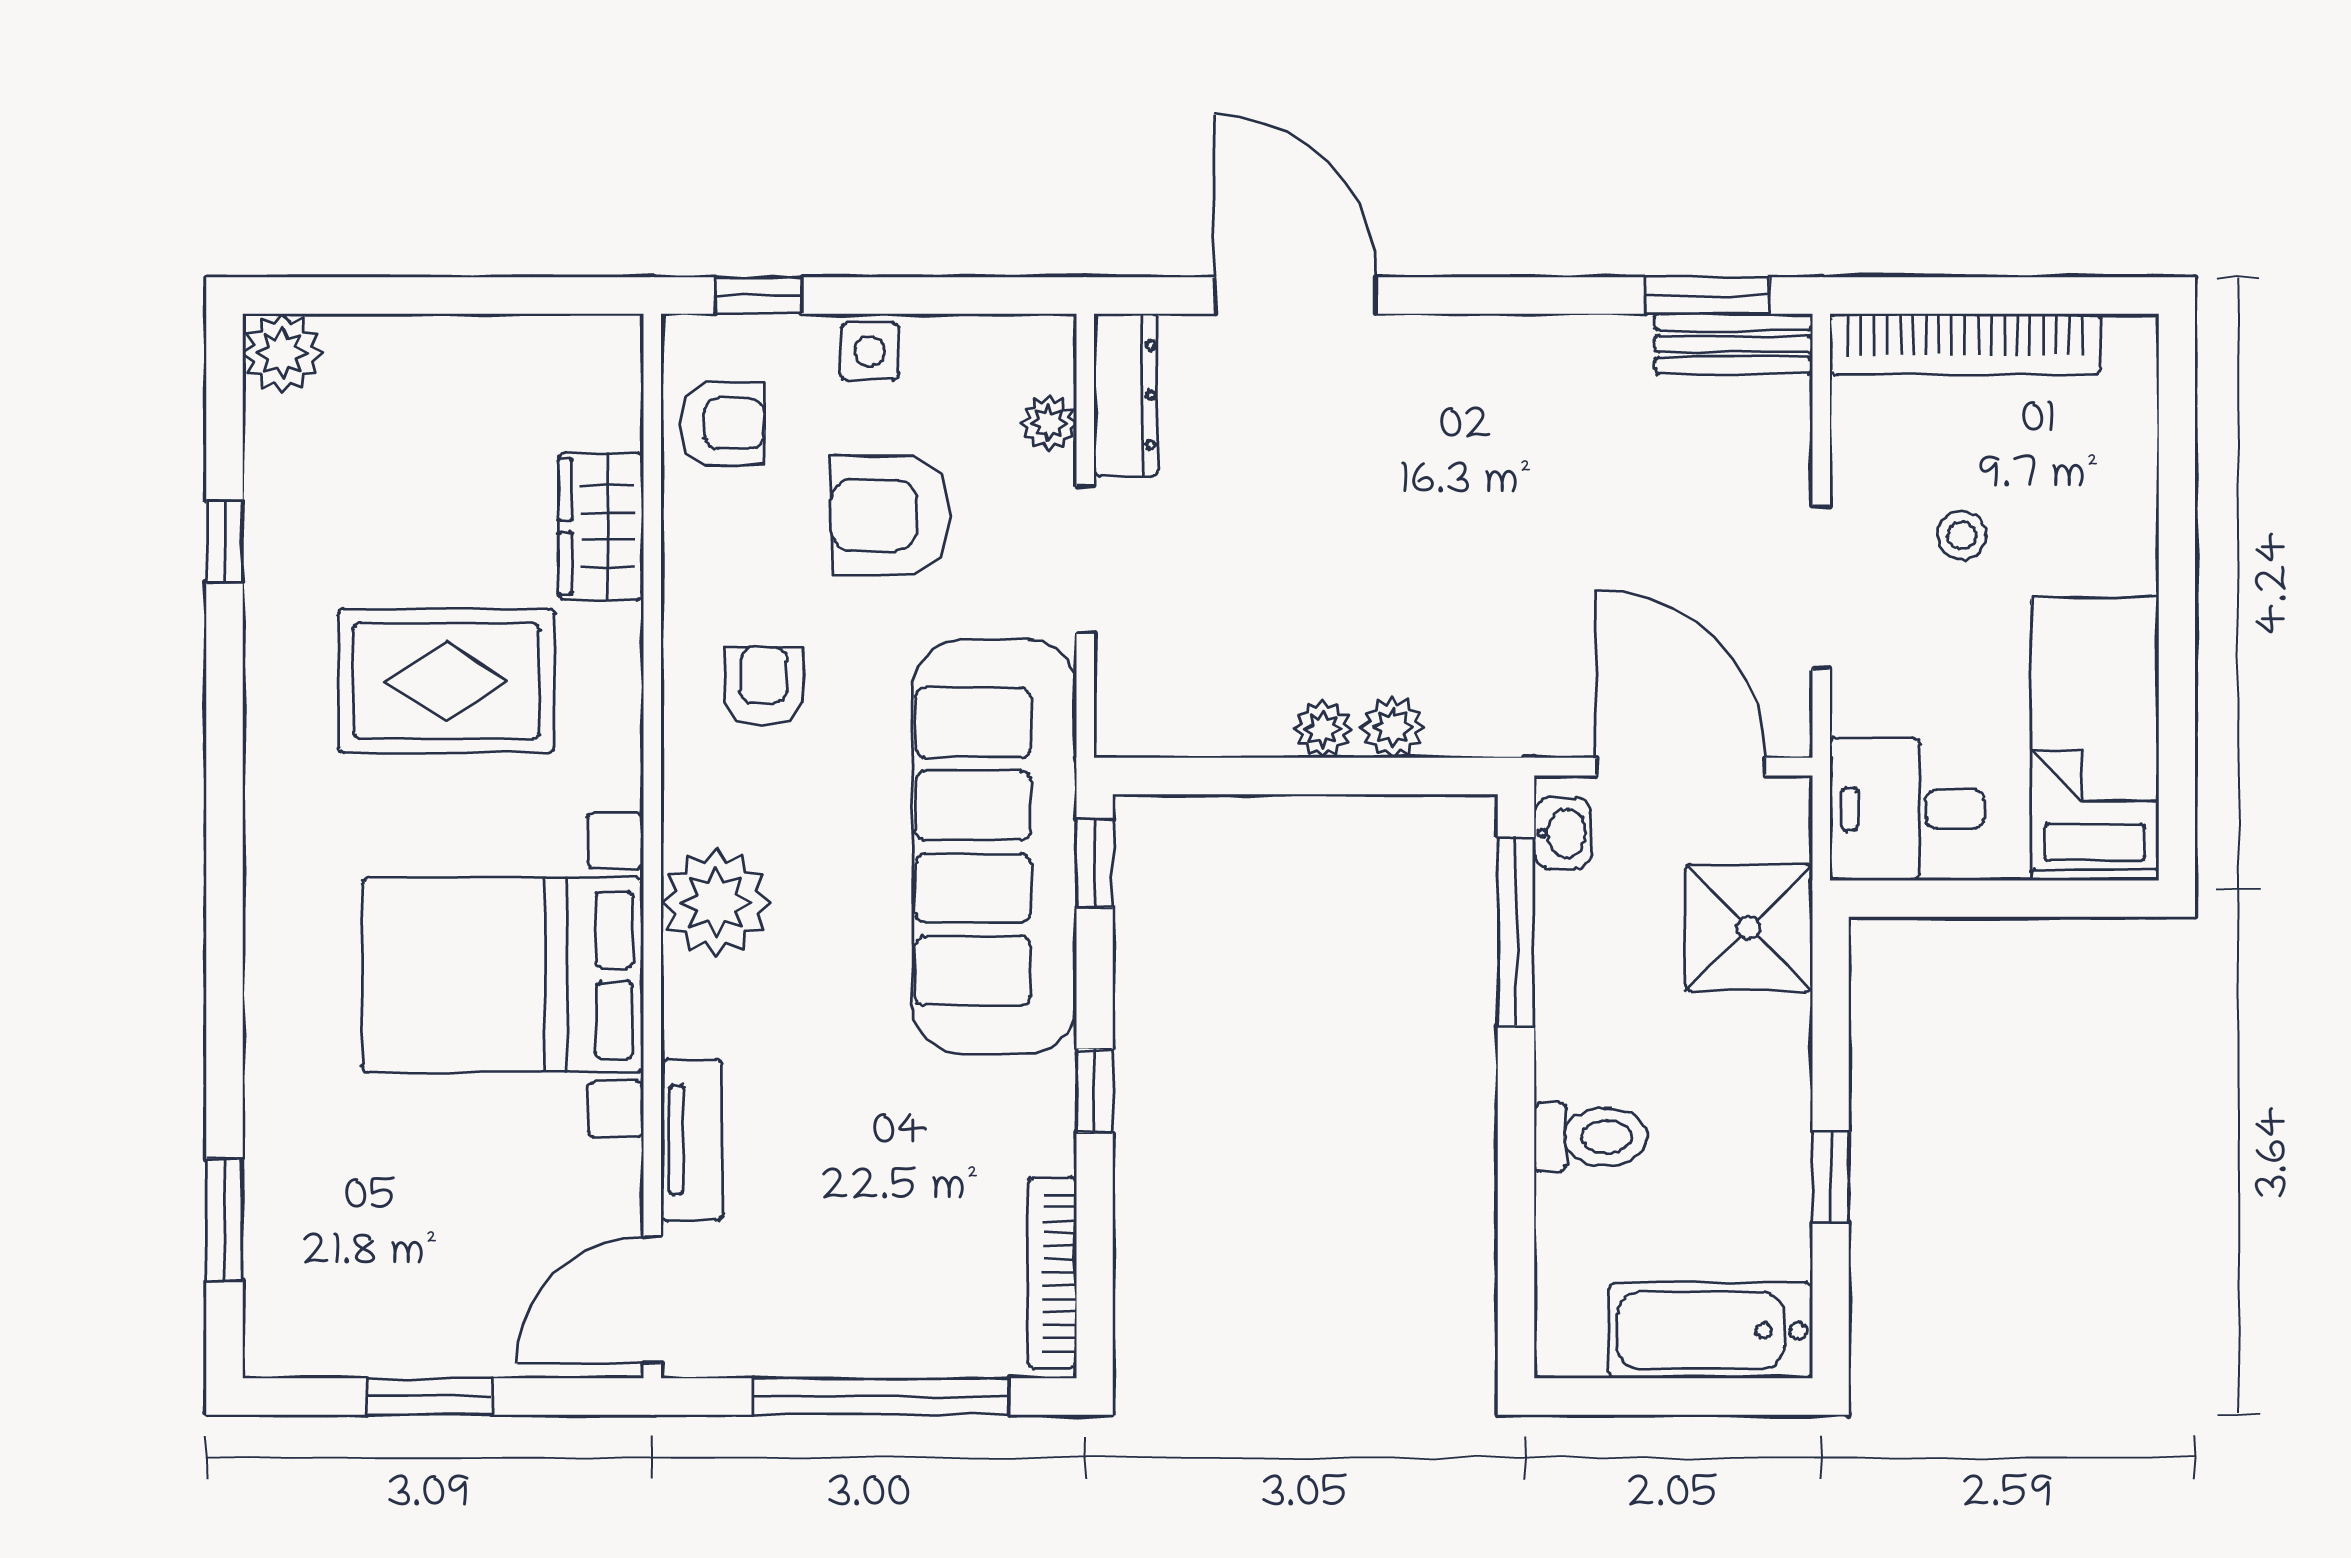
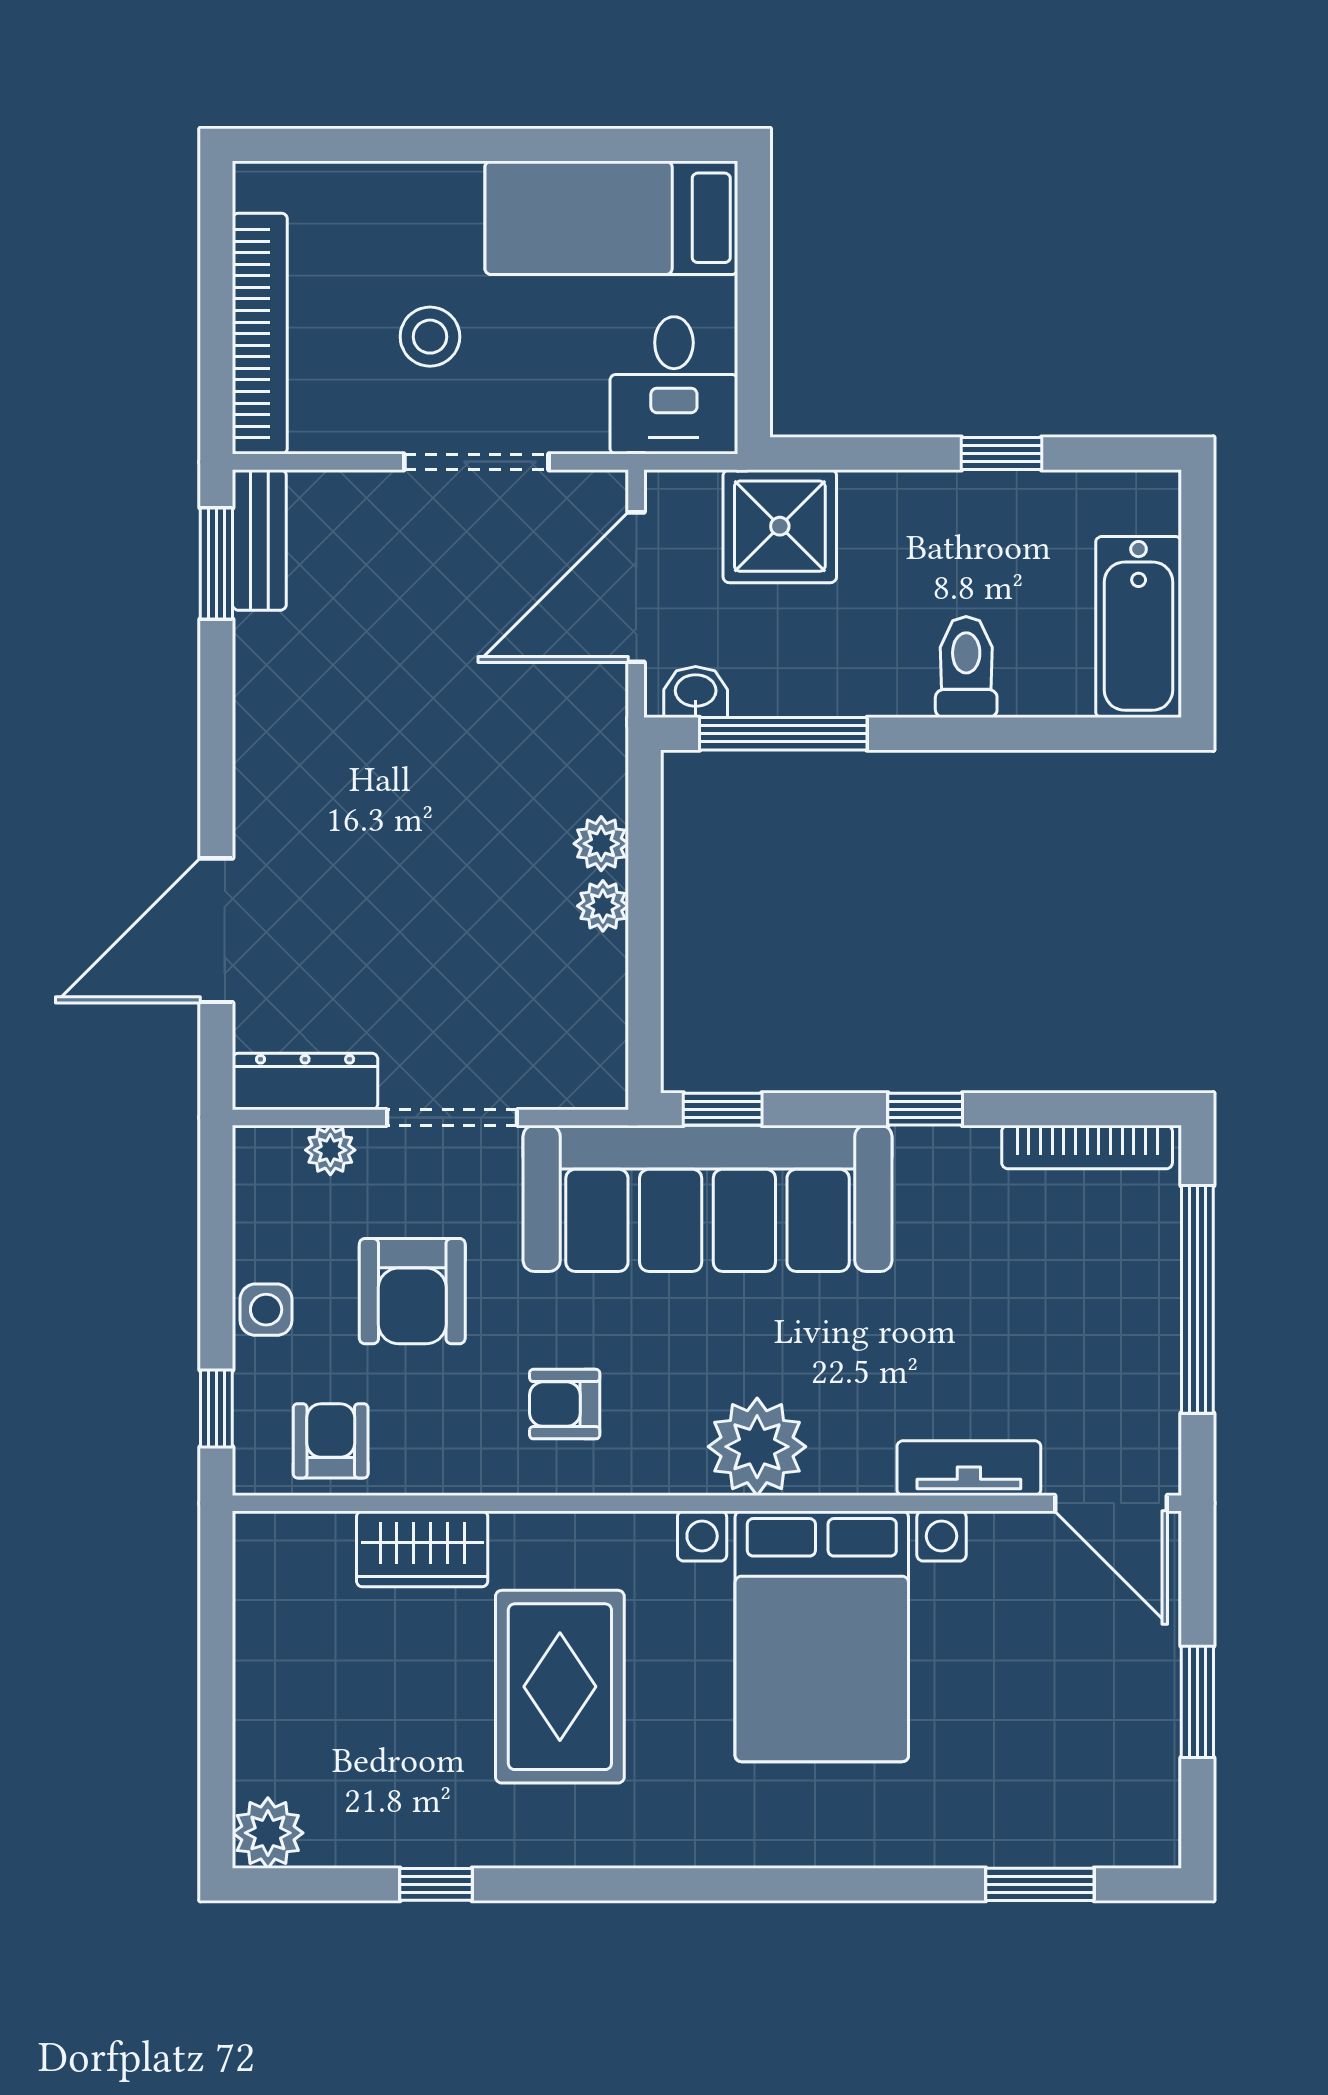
stool: (1962, 535) -> (430, 337), width x1.37, depth x1.37
bathtub: (1711, 1330) -> (1139, 627), moved

